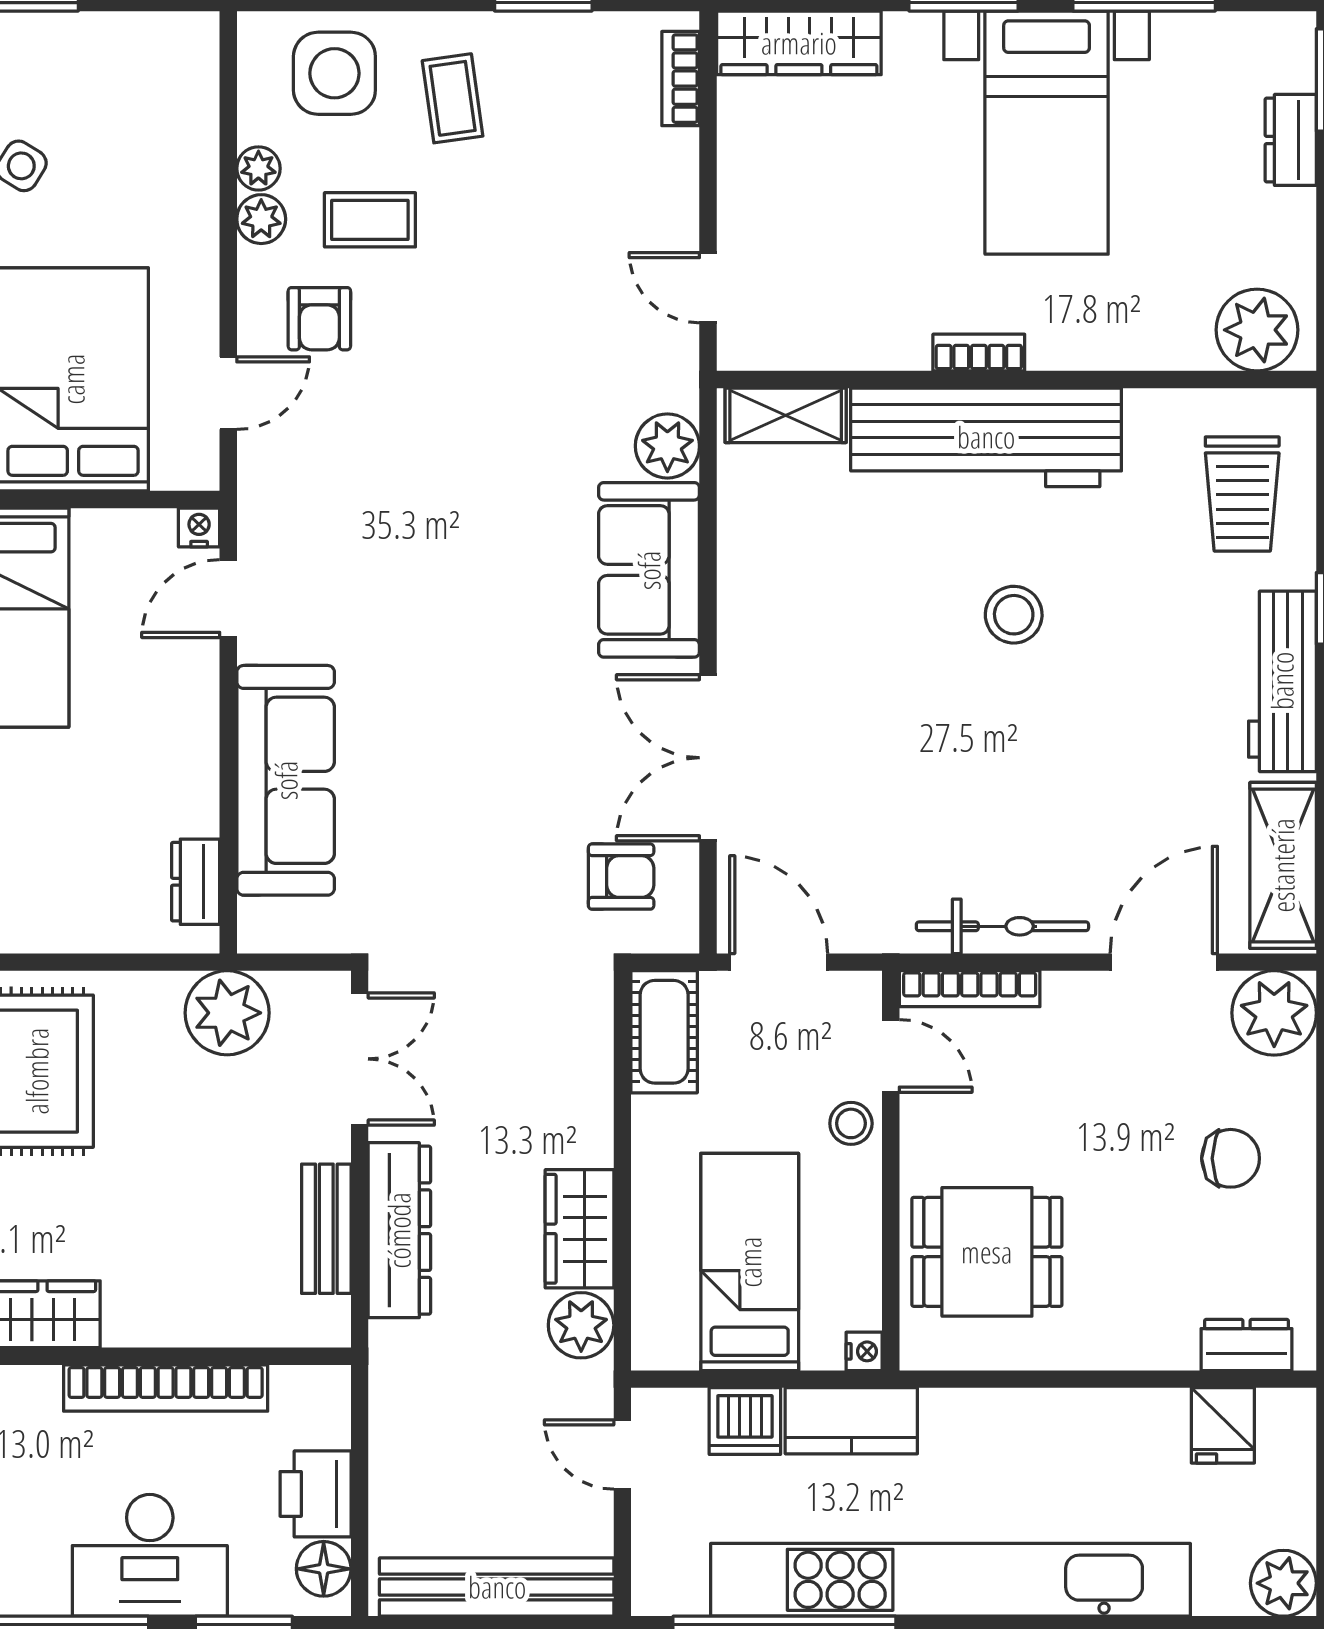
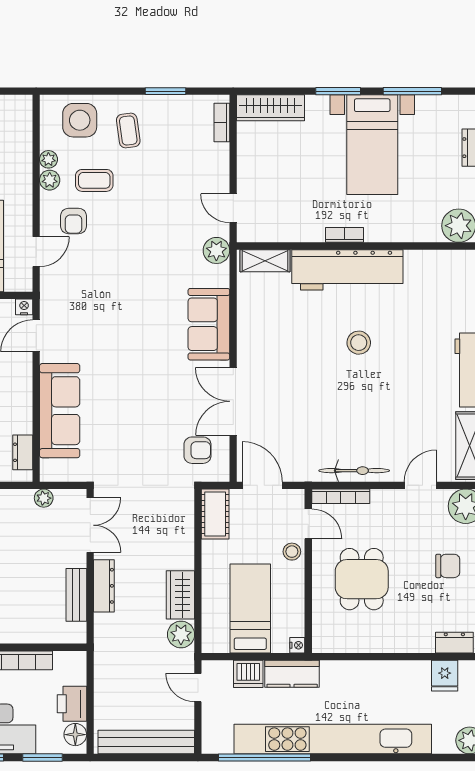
plant: (667, 446) -> (216, 250), moved
trolley: (1242, 494) -> (453, 293), removed
door: (1164, 962) -> (420, 485), width x0.73
plant: (227, 1013) -> (44, 498), width x0.53, depth x0.53
dresser: (399, 1230) -> (104, 586), width x0.73, depth x0.80
dining table: (987, 1252) -> (362, 579), moved, turned 90

